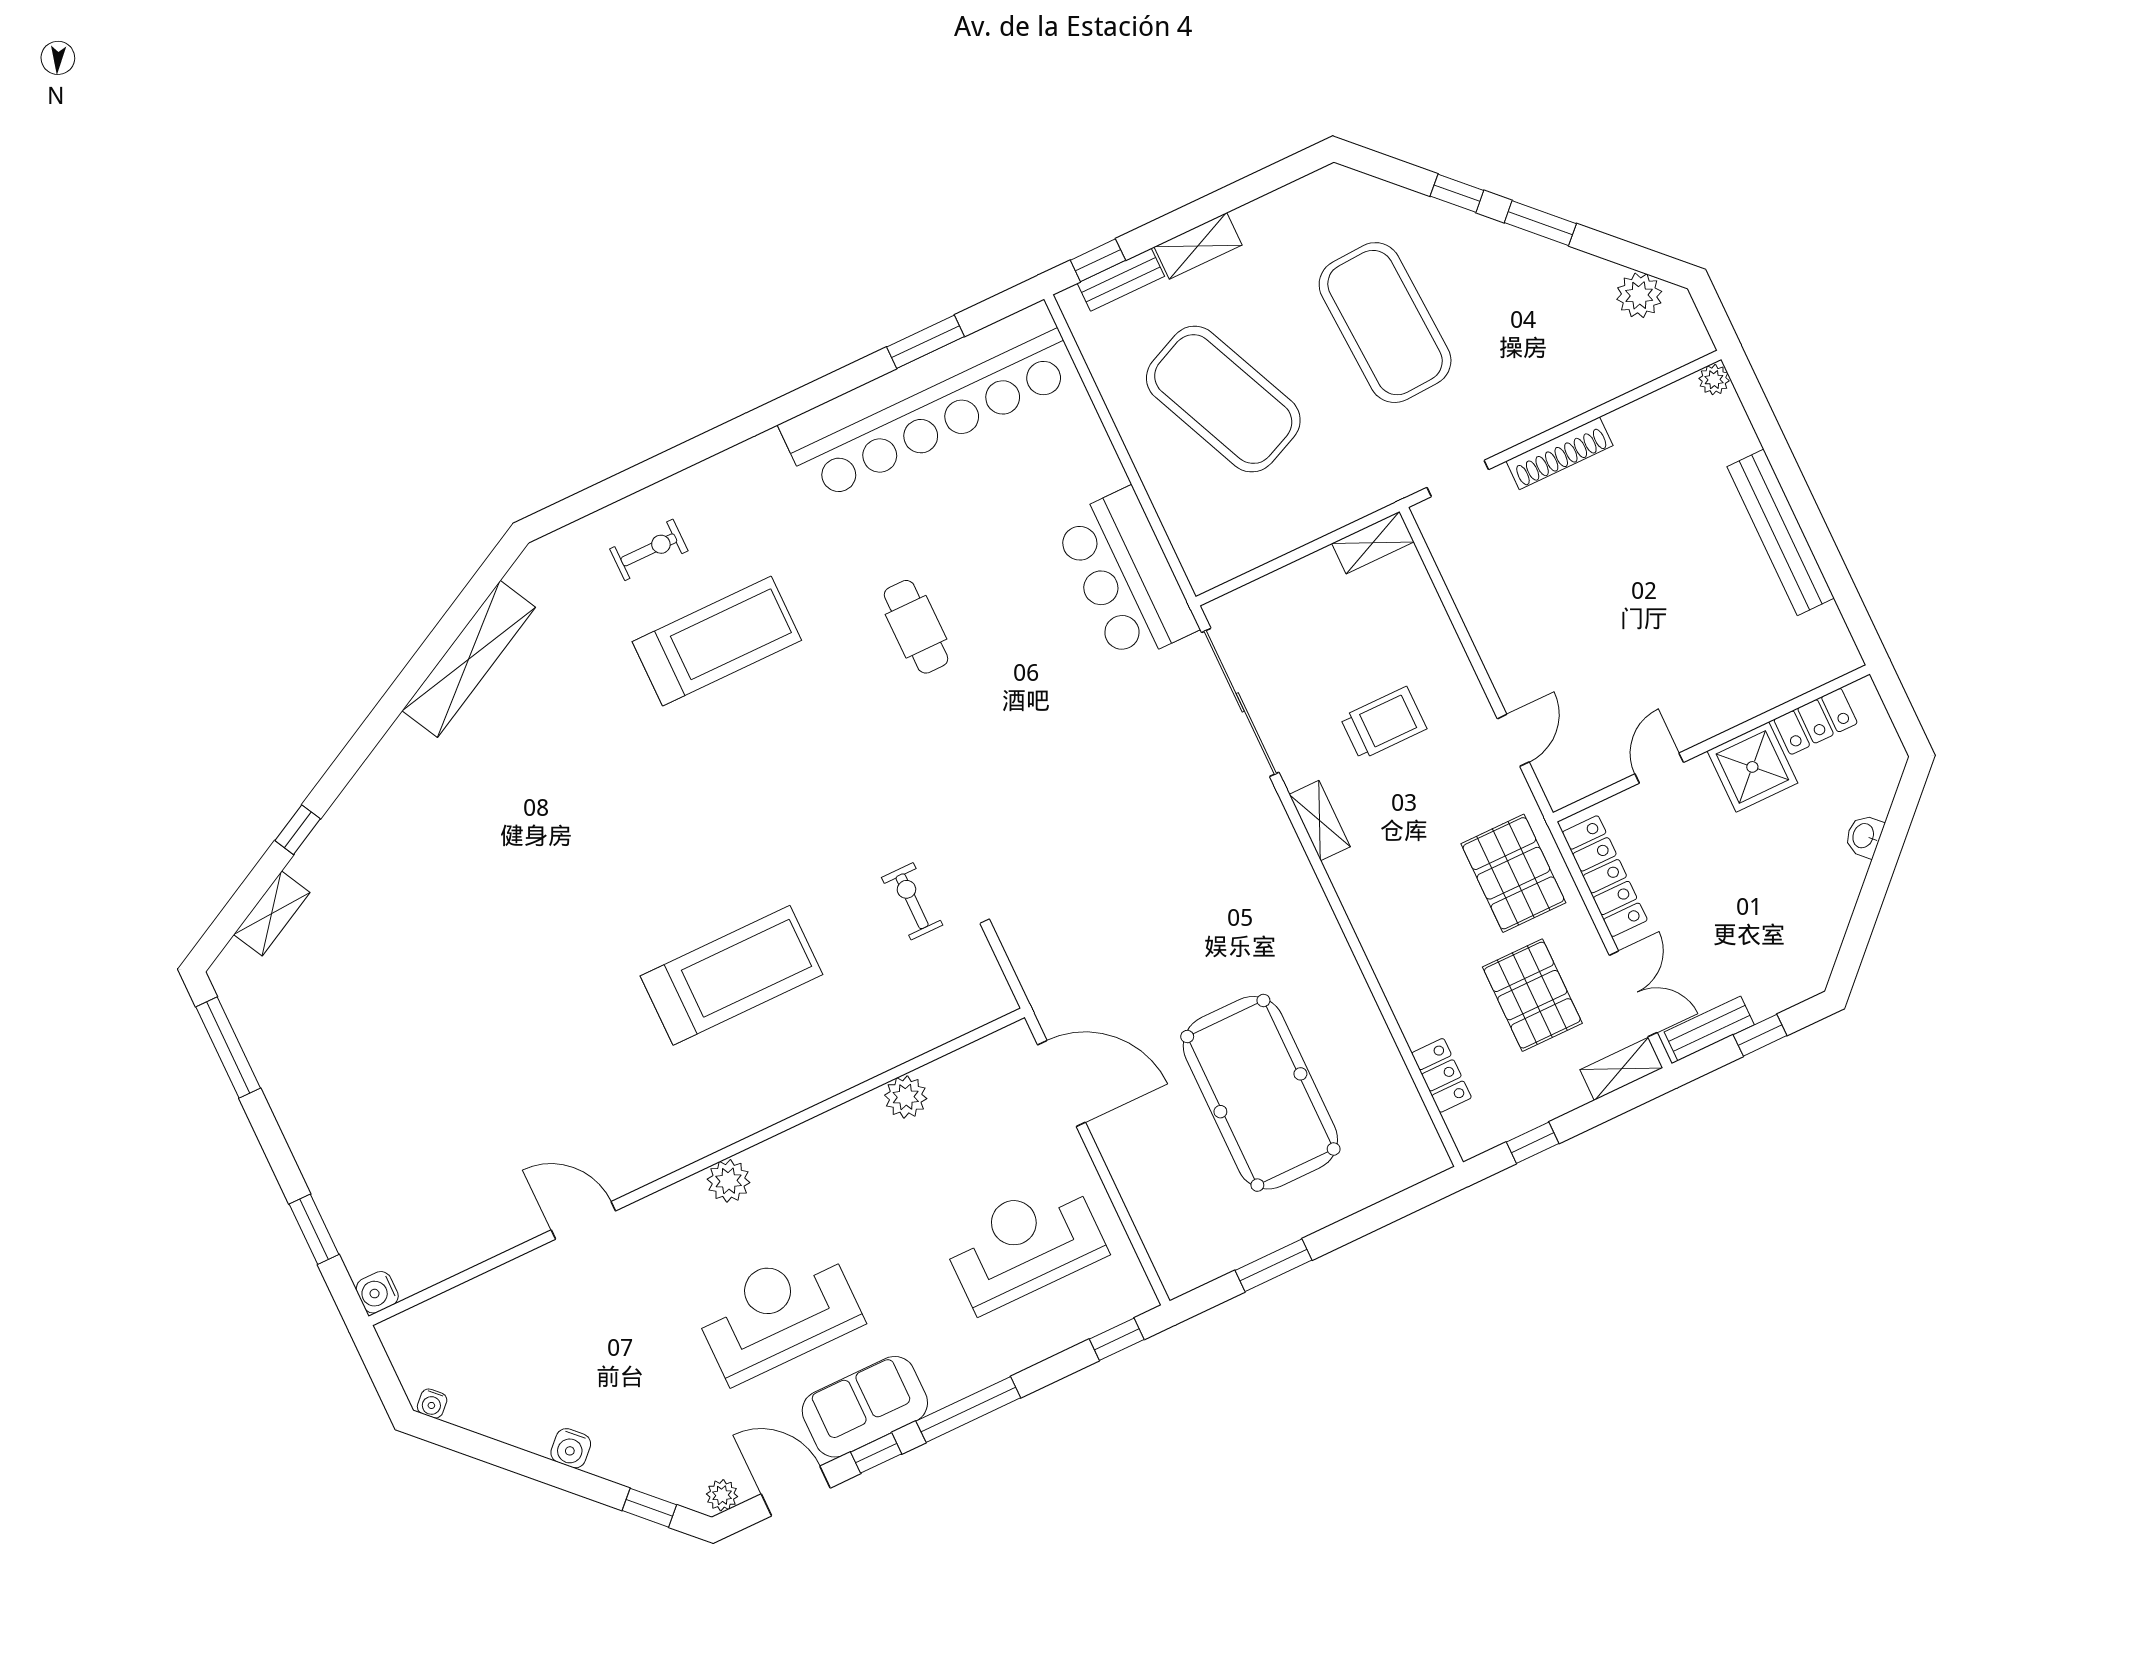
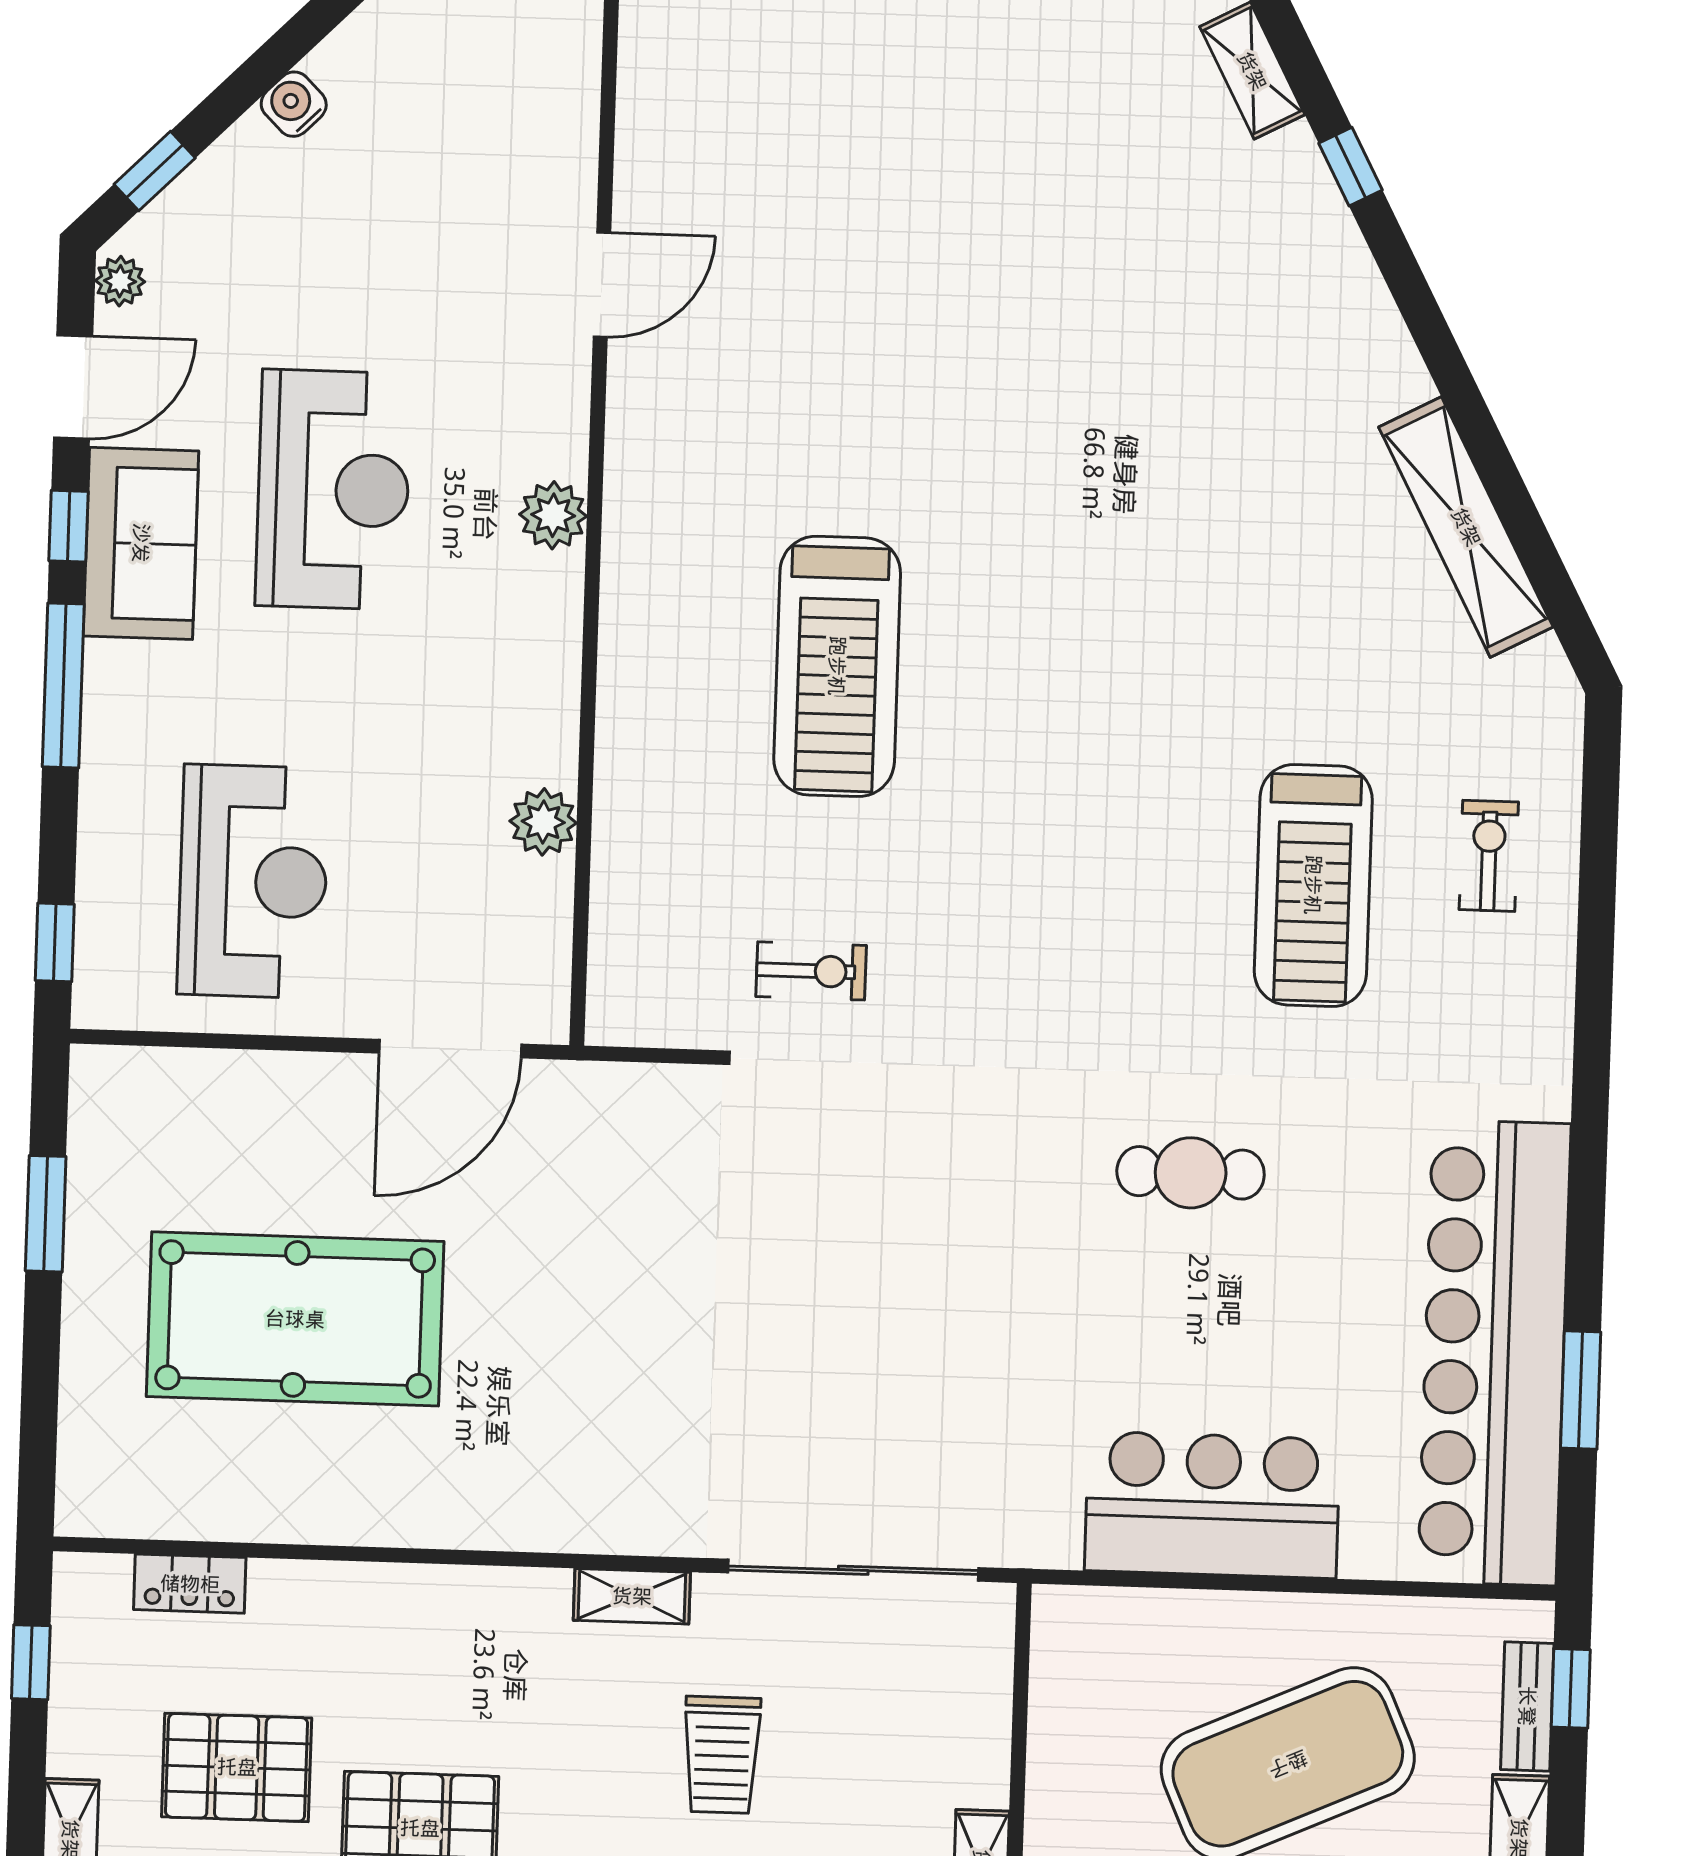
exercise bike: (649, 550) -> (1489, 856), turned 180
bar counter: (1126, 576) -> (1212, 1505), moved

